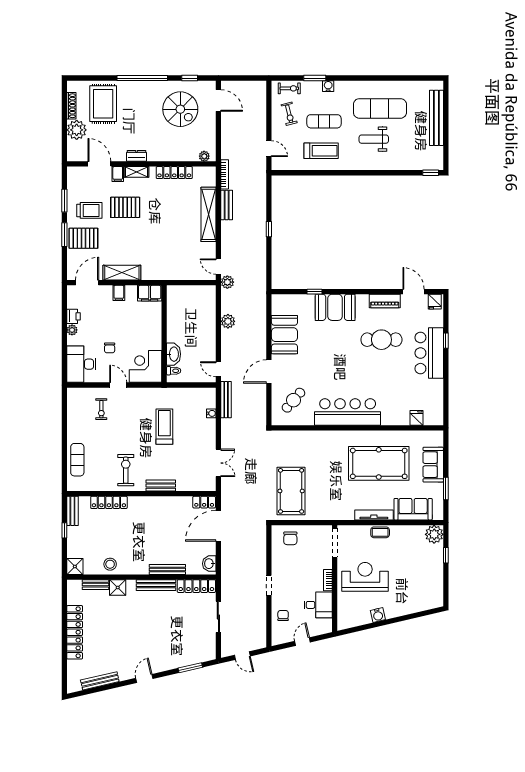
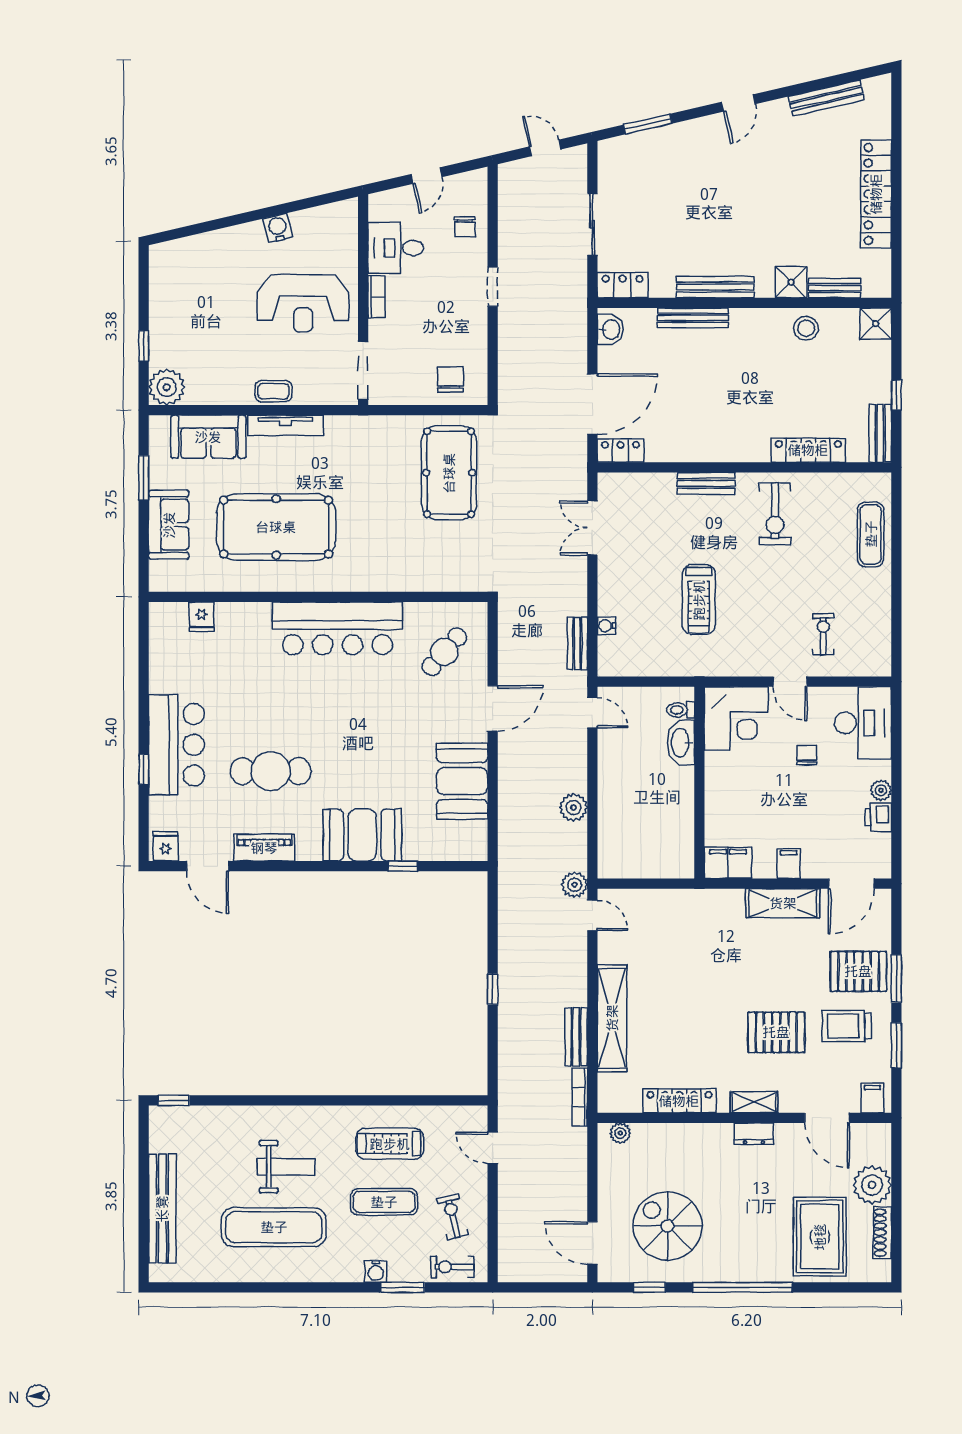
filing cabinet: (118, 174) -> (872, 1098), moved
bench: (226, 400) -> (577, 643), width x0.73
locker: (196, 586) -> (623, 285), width x0.66

